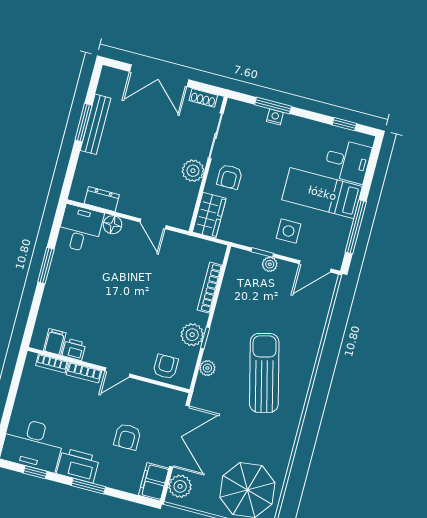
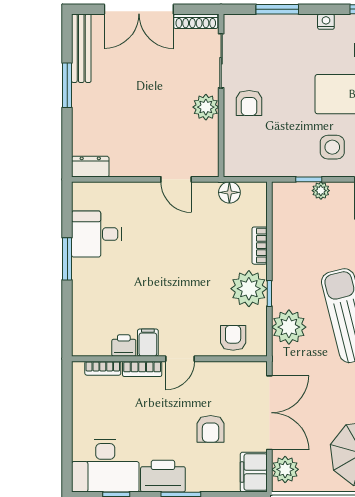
shoe rack: (203, 98) -> (196, 21), width x1.43
nightstand: (275, 117) -> (326, 22), moved
bench: (96, 124) -> (81, 48), moved
dresser: (102, 199) -> (90, 167), moved
wardrobe: (209, 215) -> (237, 153), removed
floor lamp: (113, 225) -> (229, 192), moved
desk: (80, 229) -> (97, 234), moved, turned -90
bookcase: (210, 288) -> (260, 246), width x0.64
plant: (192, 335) -> (249, 289), width x1.36, depth x1.36
filing cabinet: (55, 342) -> (148, 343), moved
plant: (207, 368) -> (289, 327), width x1.87, depth x1.87

